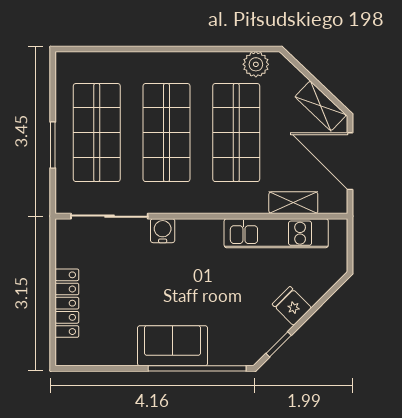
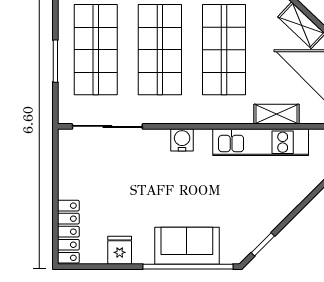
water cooler: (163, 231) -> (182, 140), moved
locker: (67, 303) -> (68, 232), moved
fridge: (292, 306) -> (120, 250), moved, turned 45
sofa: (173, 346) -> (187, 246), moved

